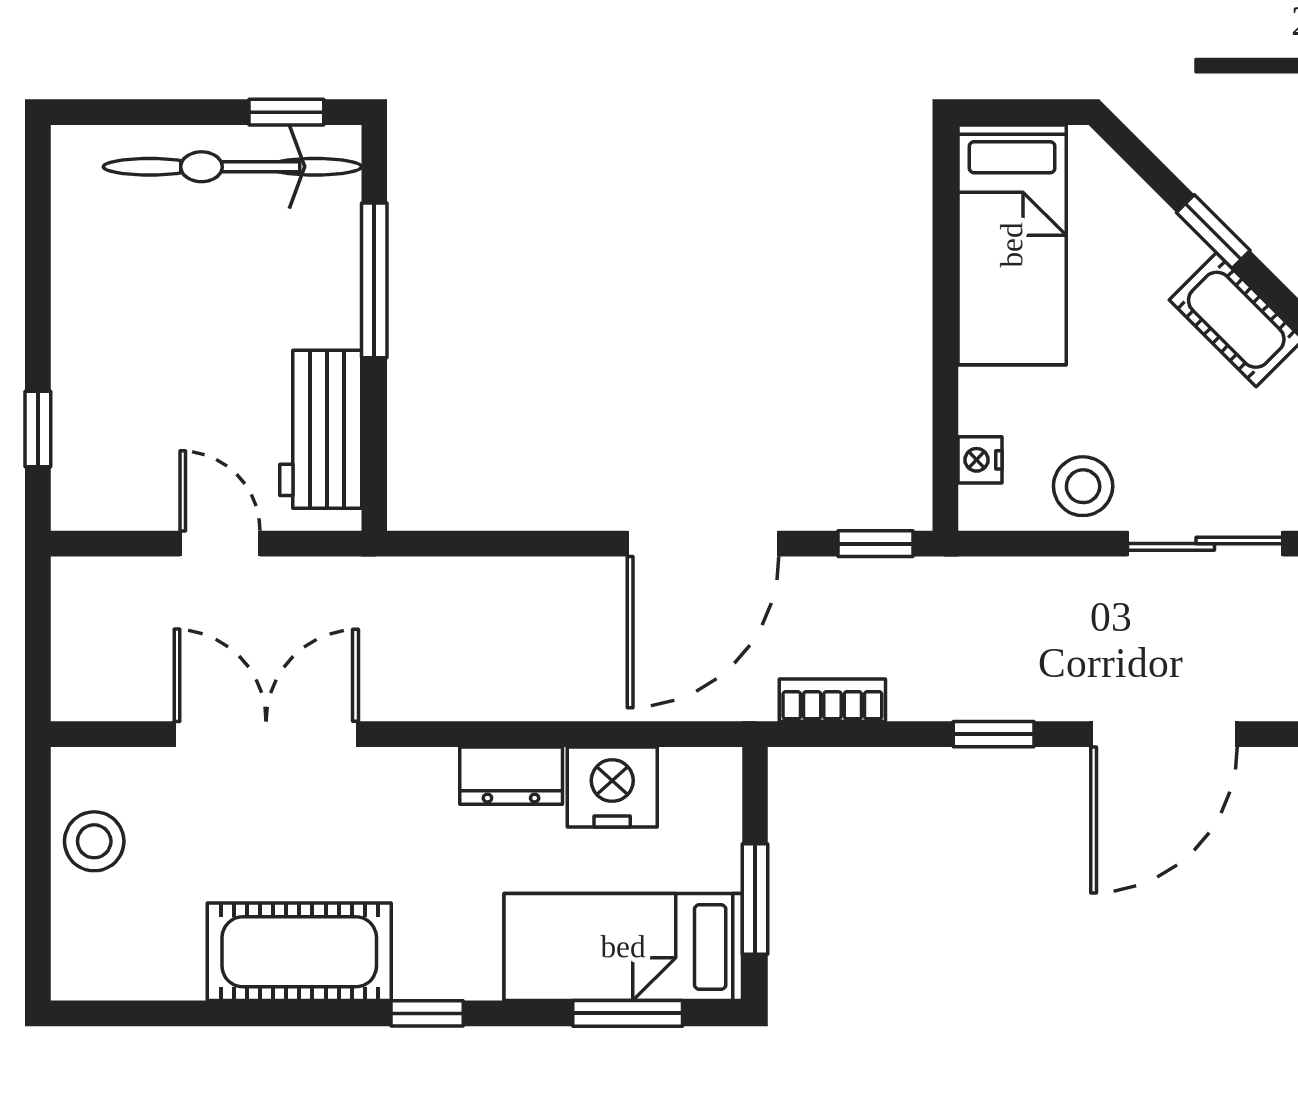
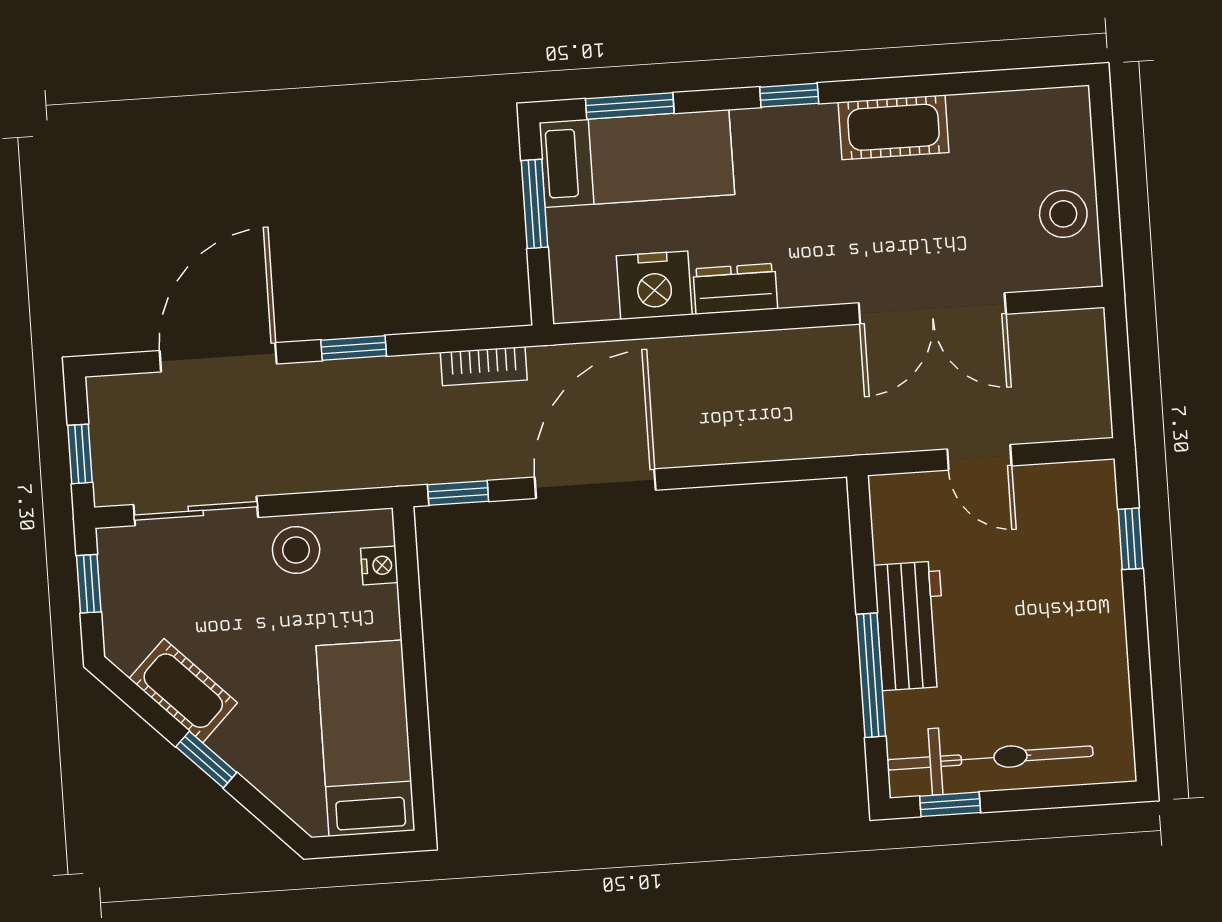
workbench: (321, 429) -> (910, 626), moved
cot: (299, 952) -> (893, 127), width x0.73, depth x0.75

